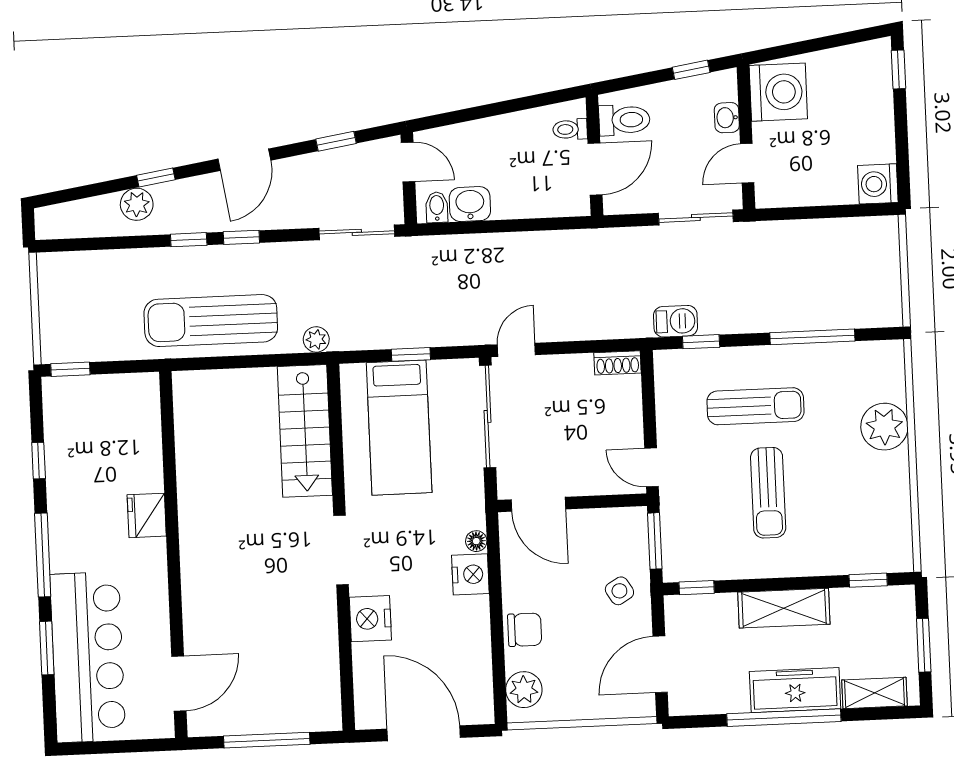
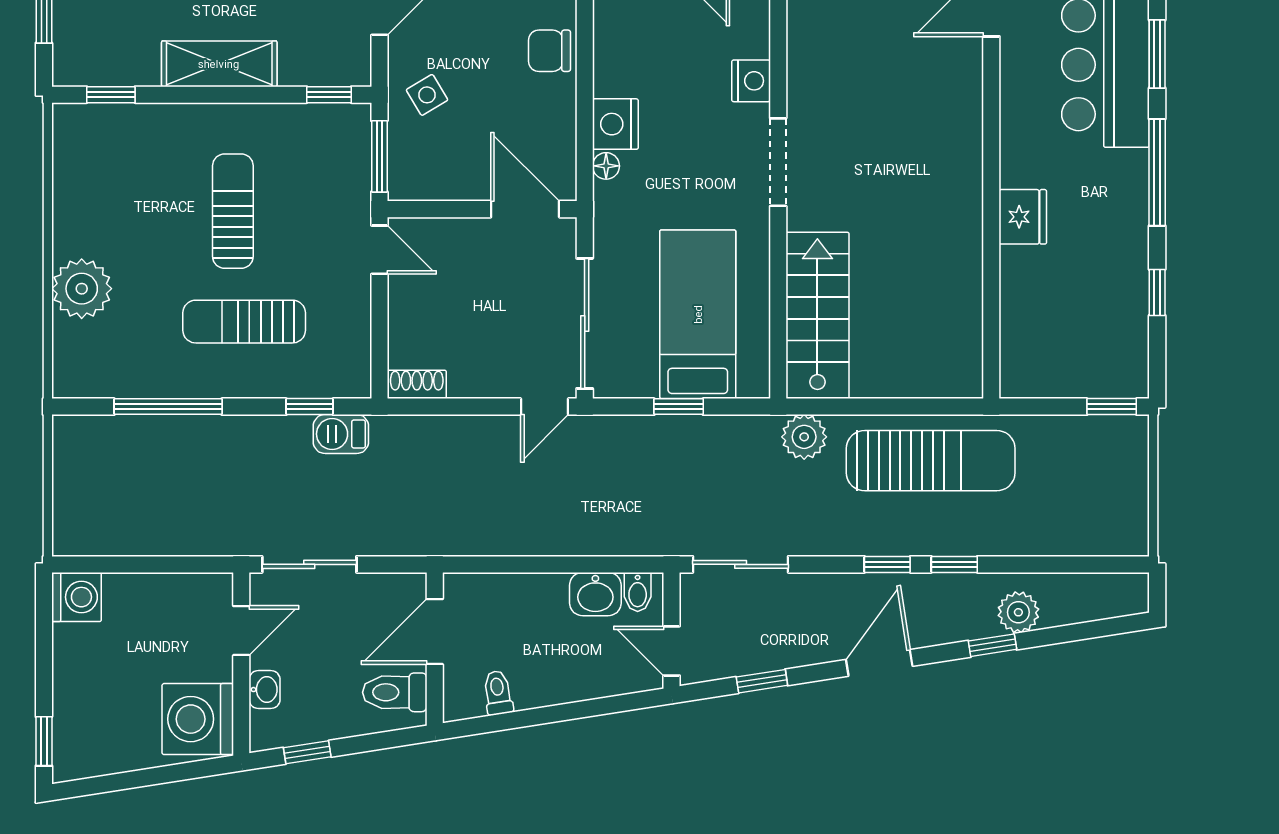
toilet: (570, 129) -> (498, 693), moved, turned -99
plant: (316, 339) -> (804, 437), width x1.38, depth x1.38
nightstand: (370, 619) -> (751, 81), width x0.74, depth x0.75

